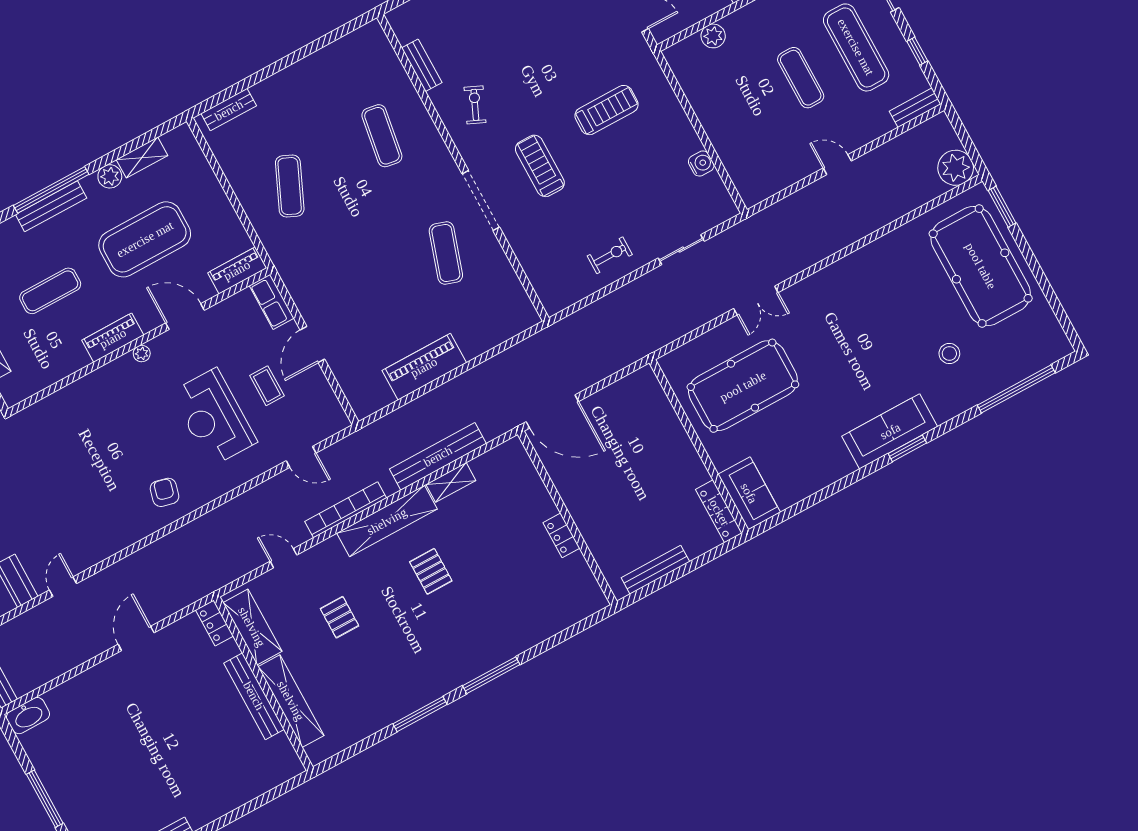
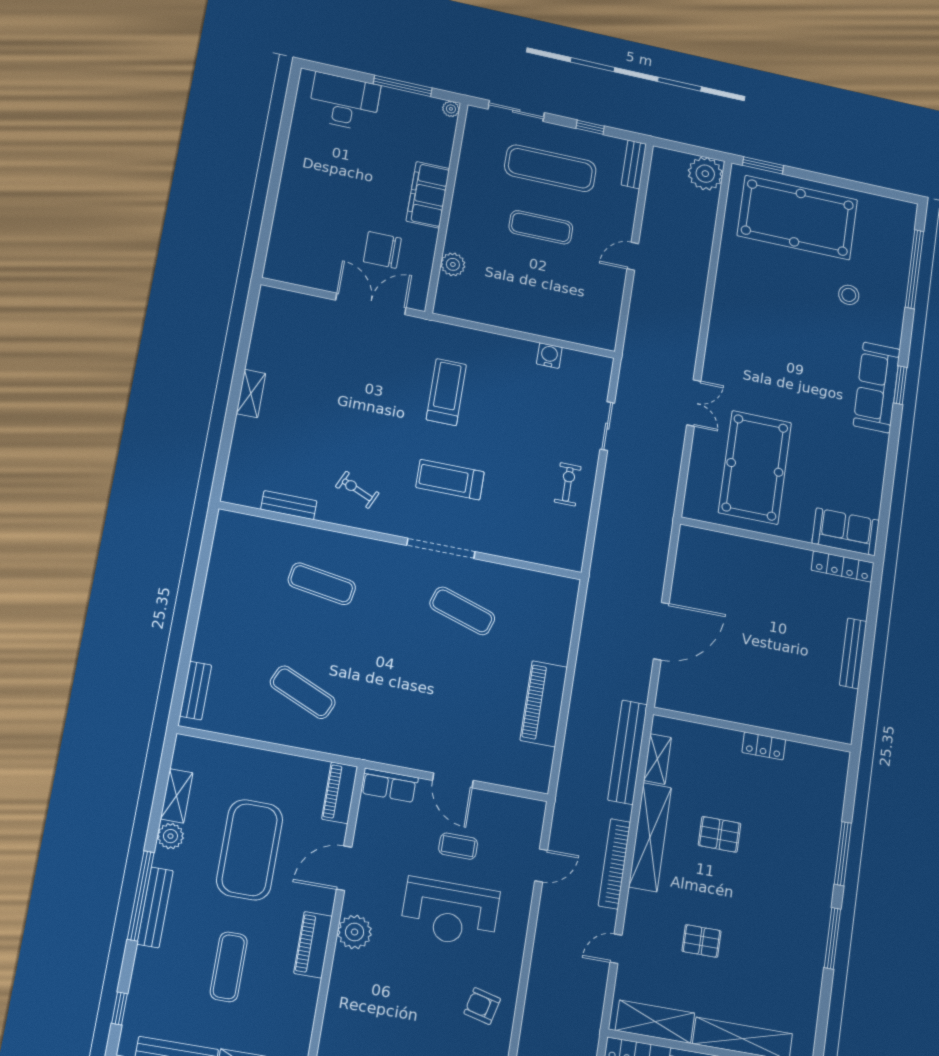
plant: (142, 354) -> (355, 932), width x1.88, depth x1.88
wall: (567, 518) -> (753, 730), moved
locker: (561, 535) -> (764, 746), moved

